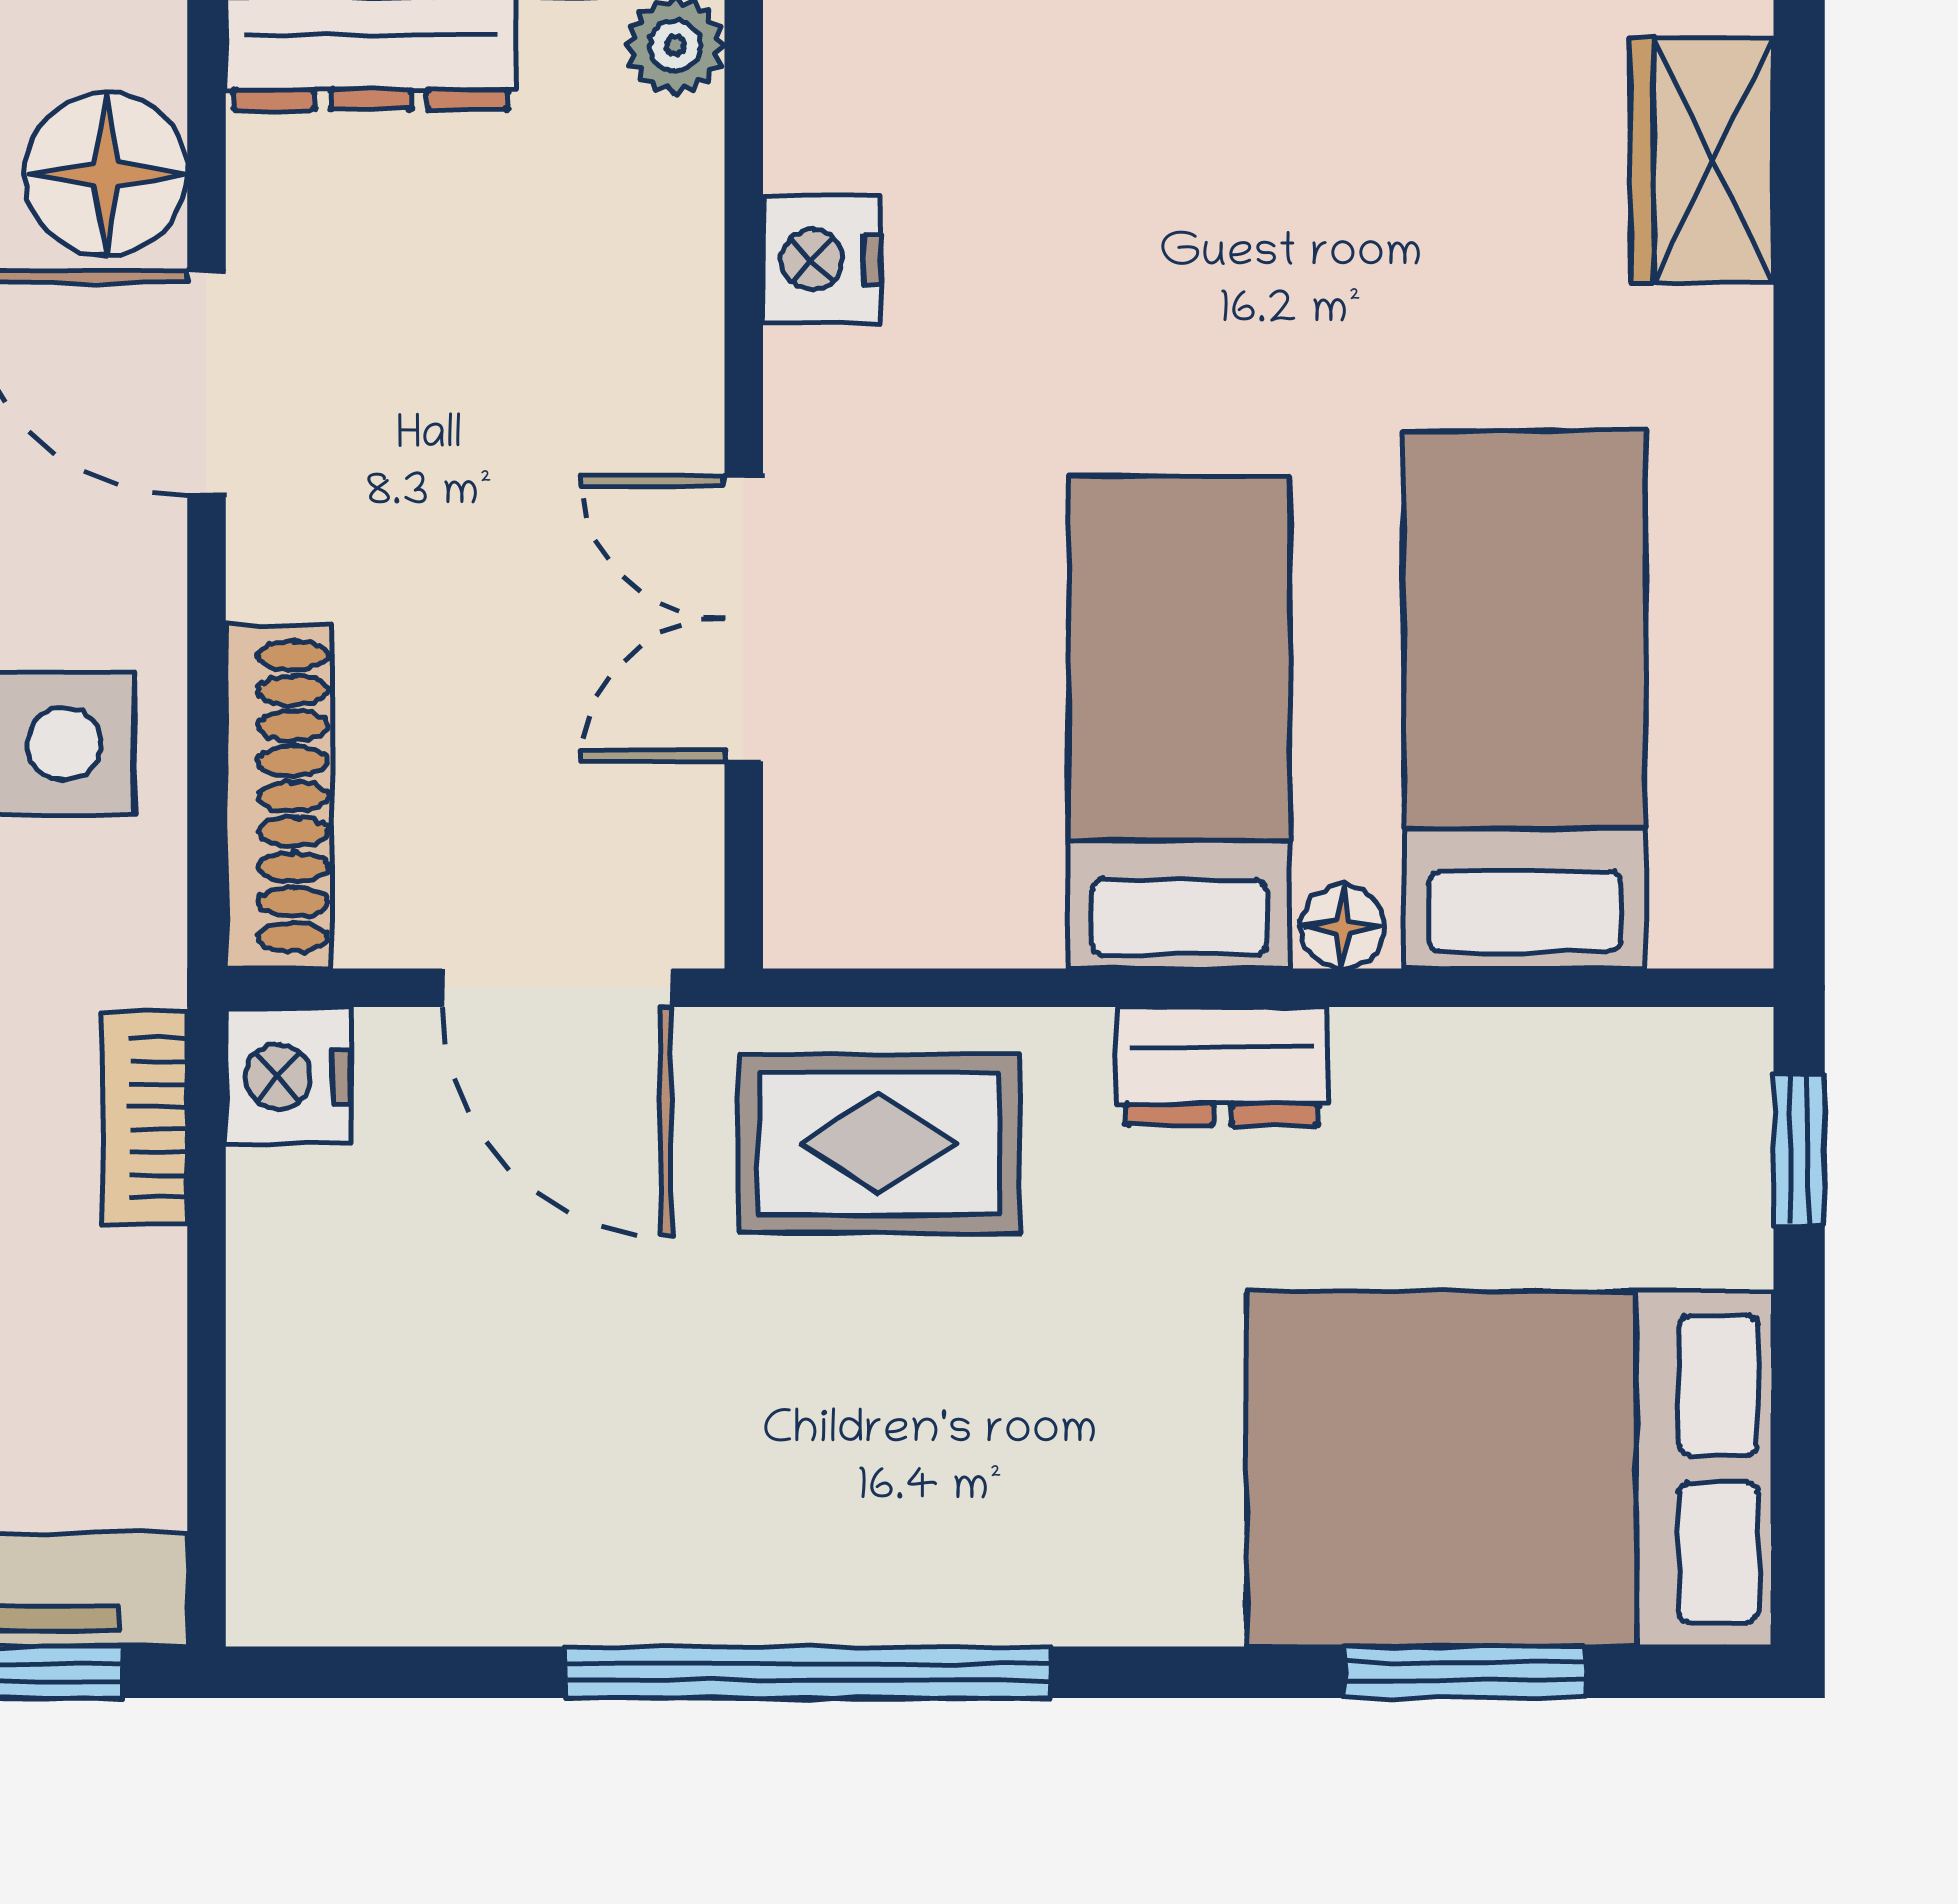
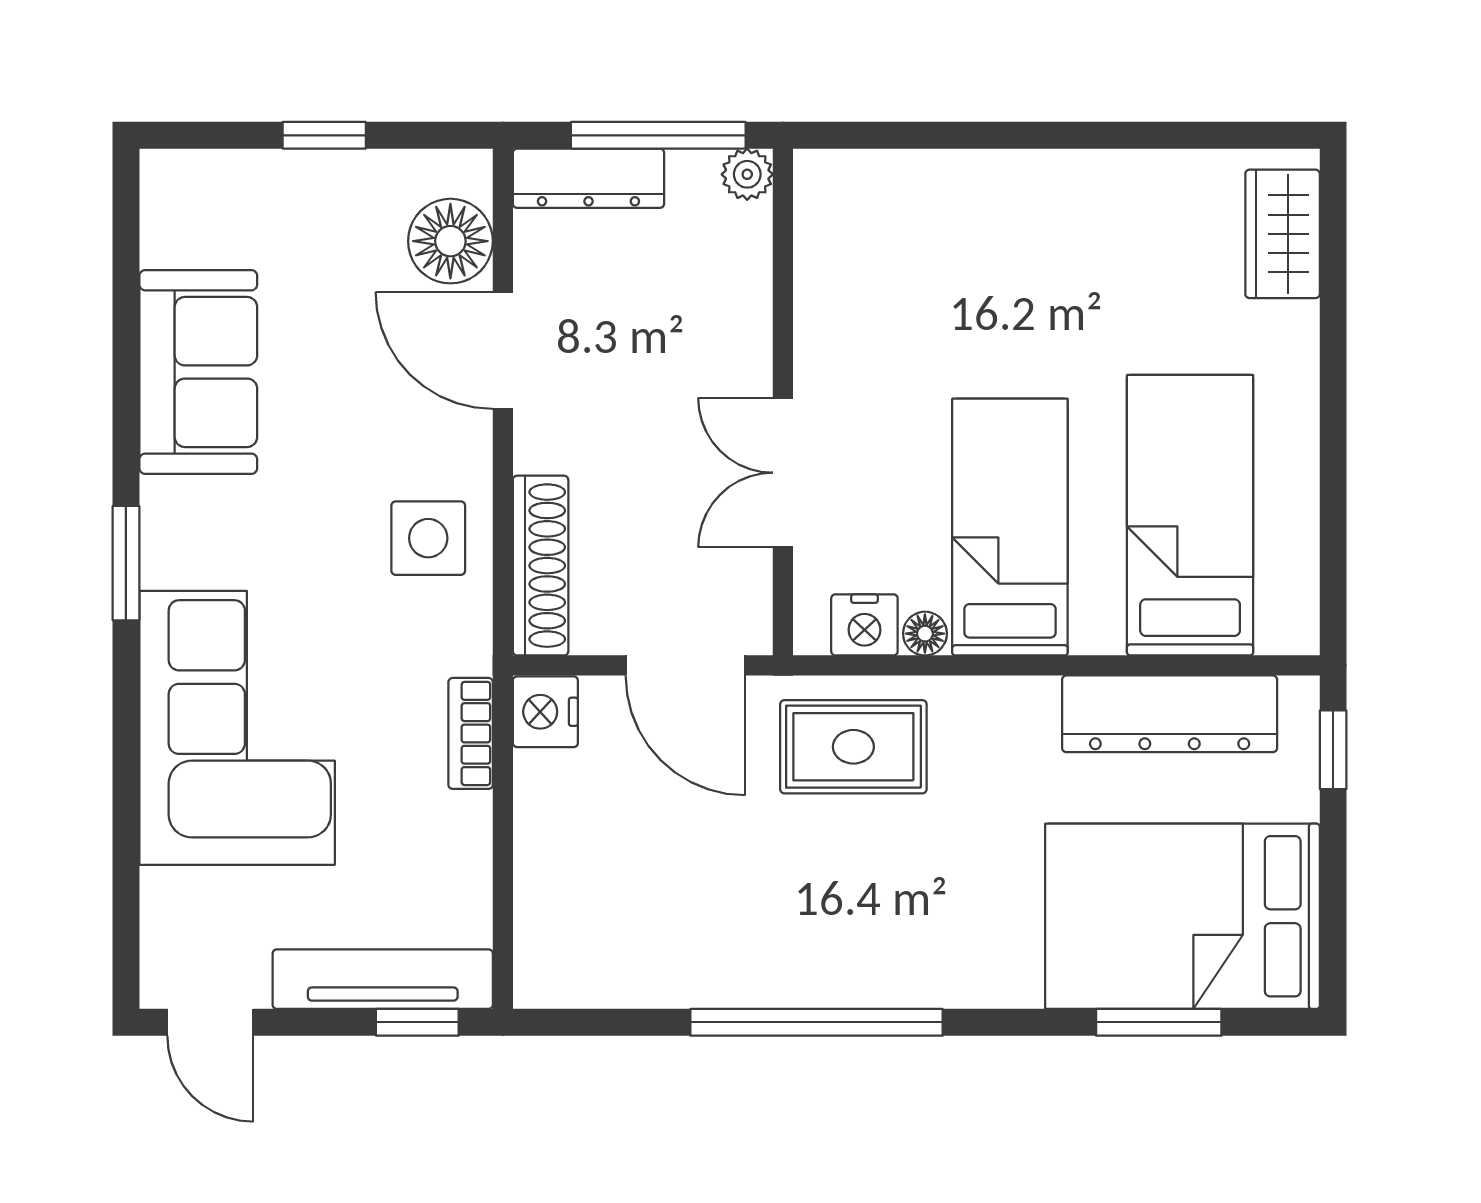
nightstand: (822, 260) -> (864, 625), moved, turned -90
floor lamp: (1342, 927) -> (925, 634), moved
dresser: (1222, 1066) -> (1170, 714), moved, width x1.96, depth x1.24

